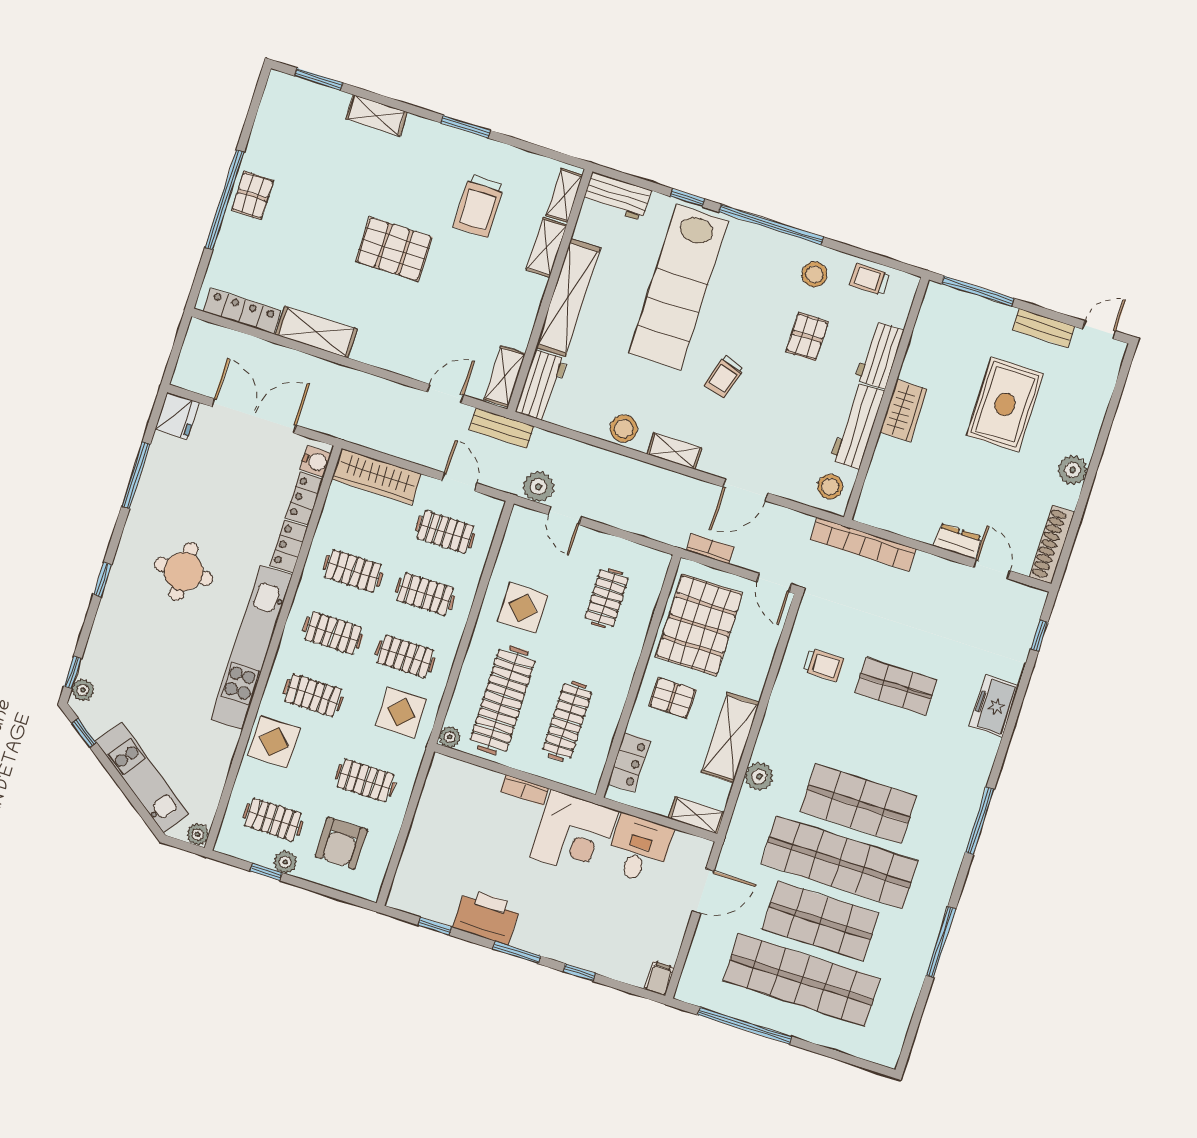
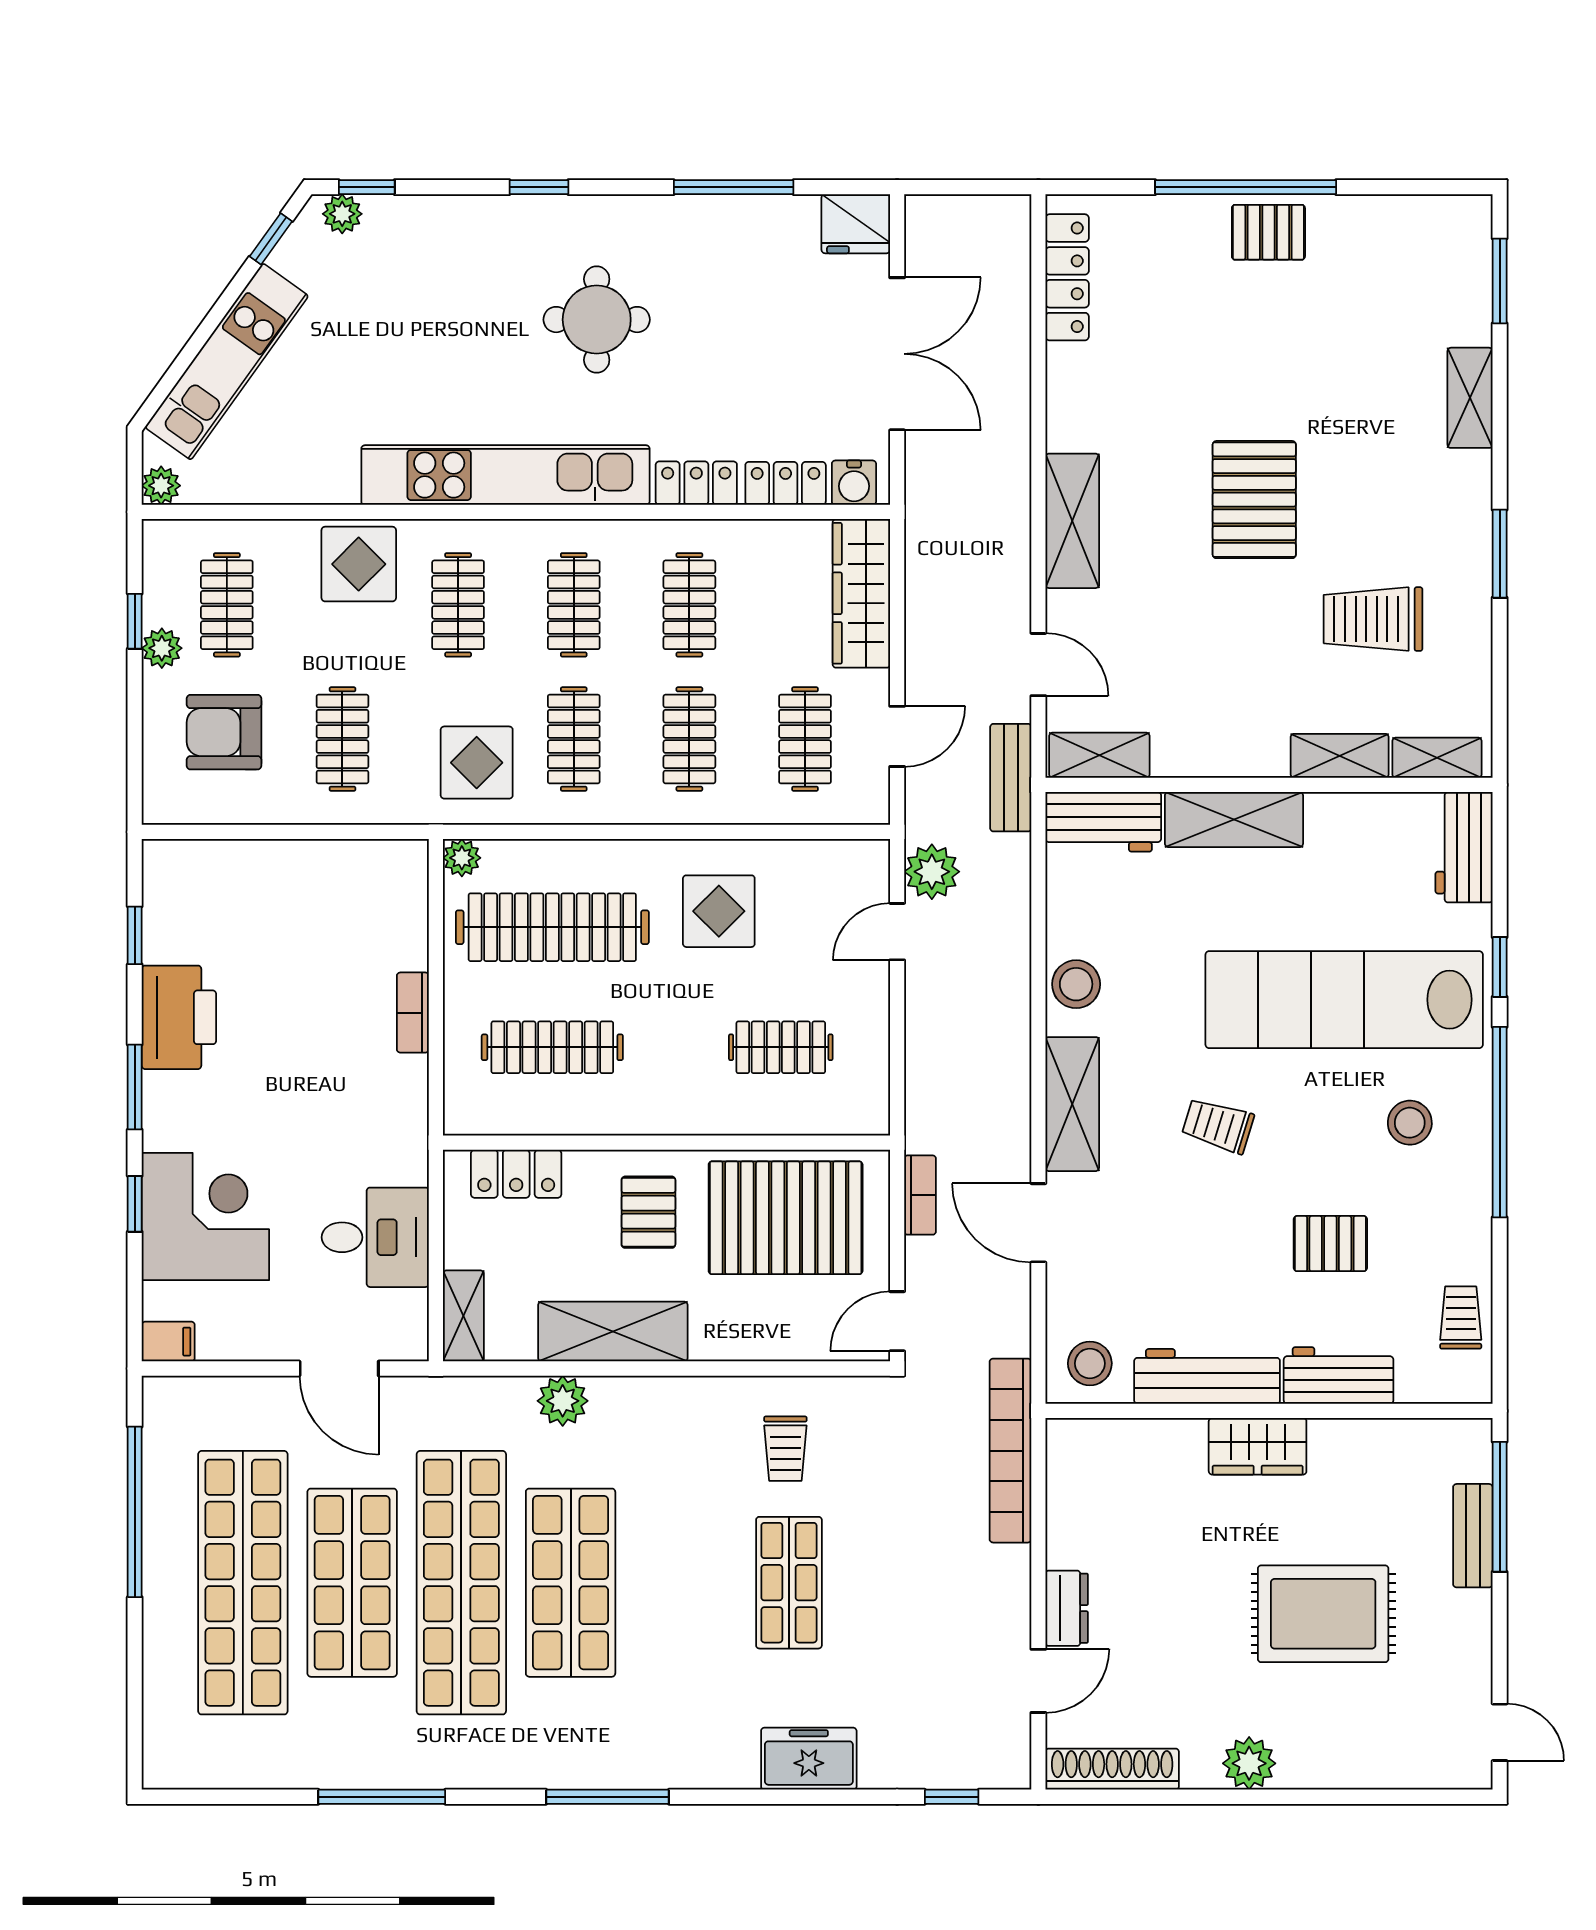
stool: (814, 274) -> (1410, 1123), moved
shelving: (568, 298) -> (1234, 820), width x0.68
bench: (1044, 328) -> (1473, 1536), moved
shelving: (316, 332) -> (1072, 521), moved
shelving: (674, 451) -> (1072, 1104), width x1.50, depth x1.33
corner desk: (574, 834) -> (205, 1216), moved, turned 180

